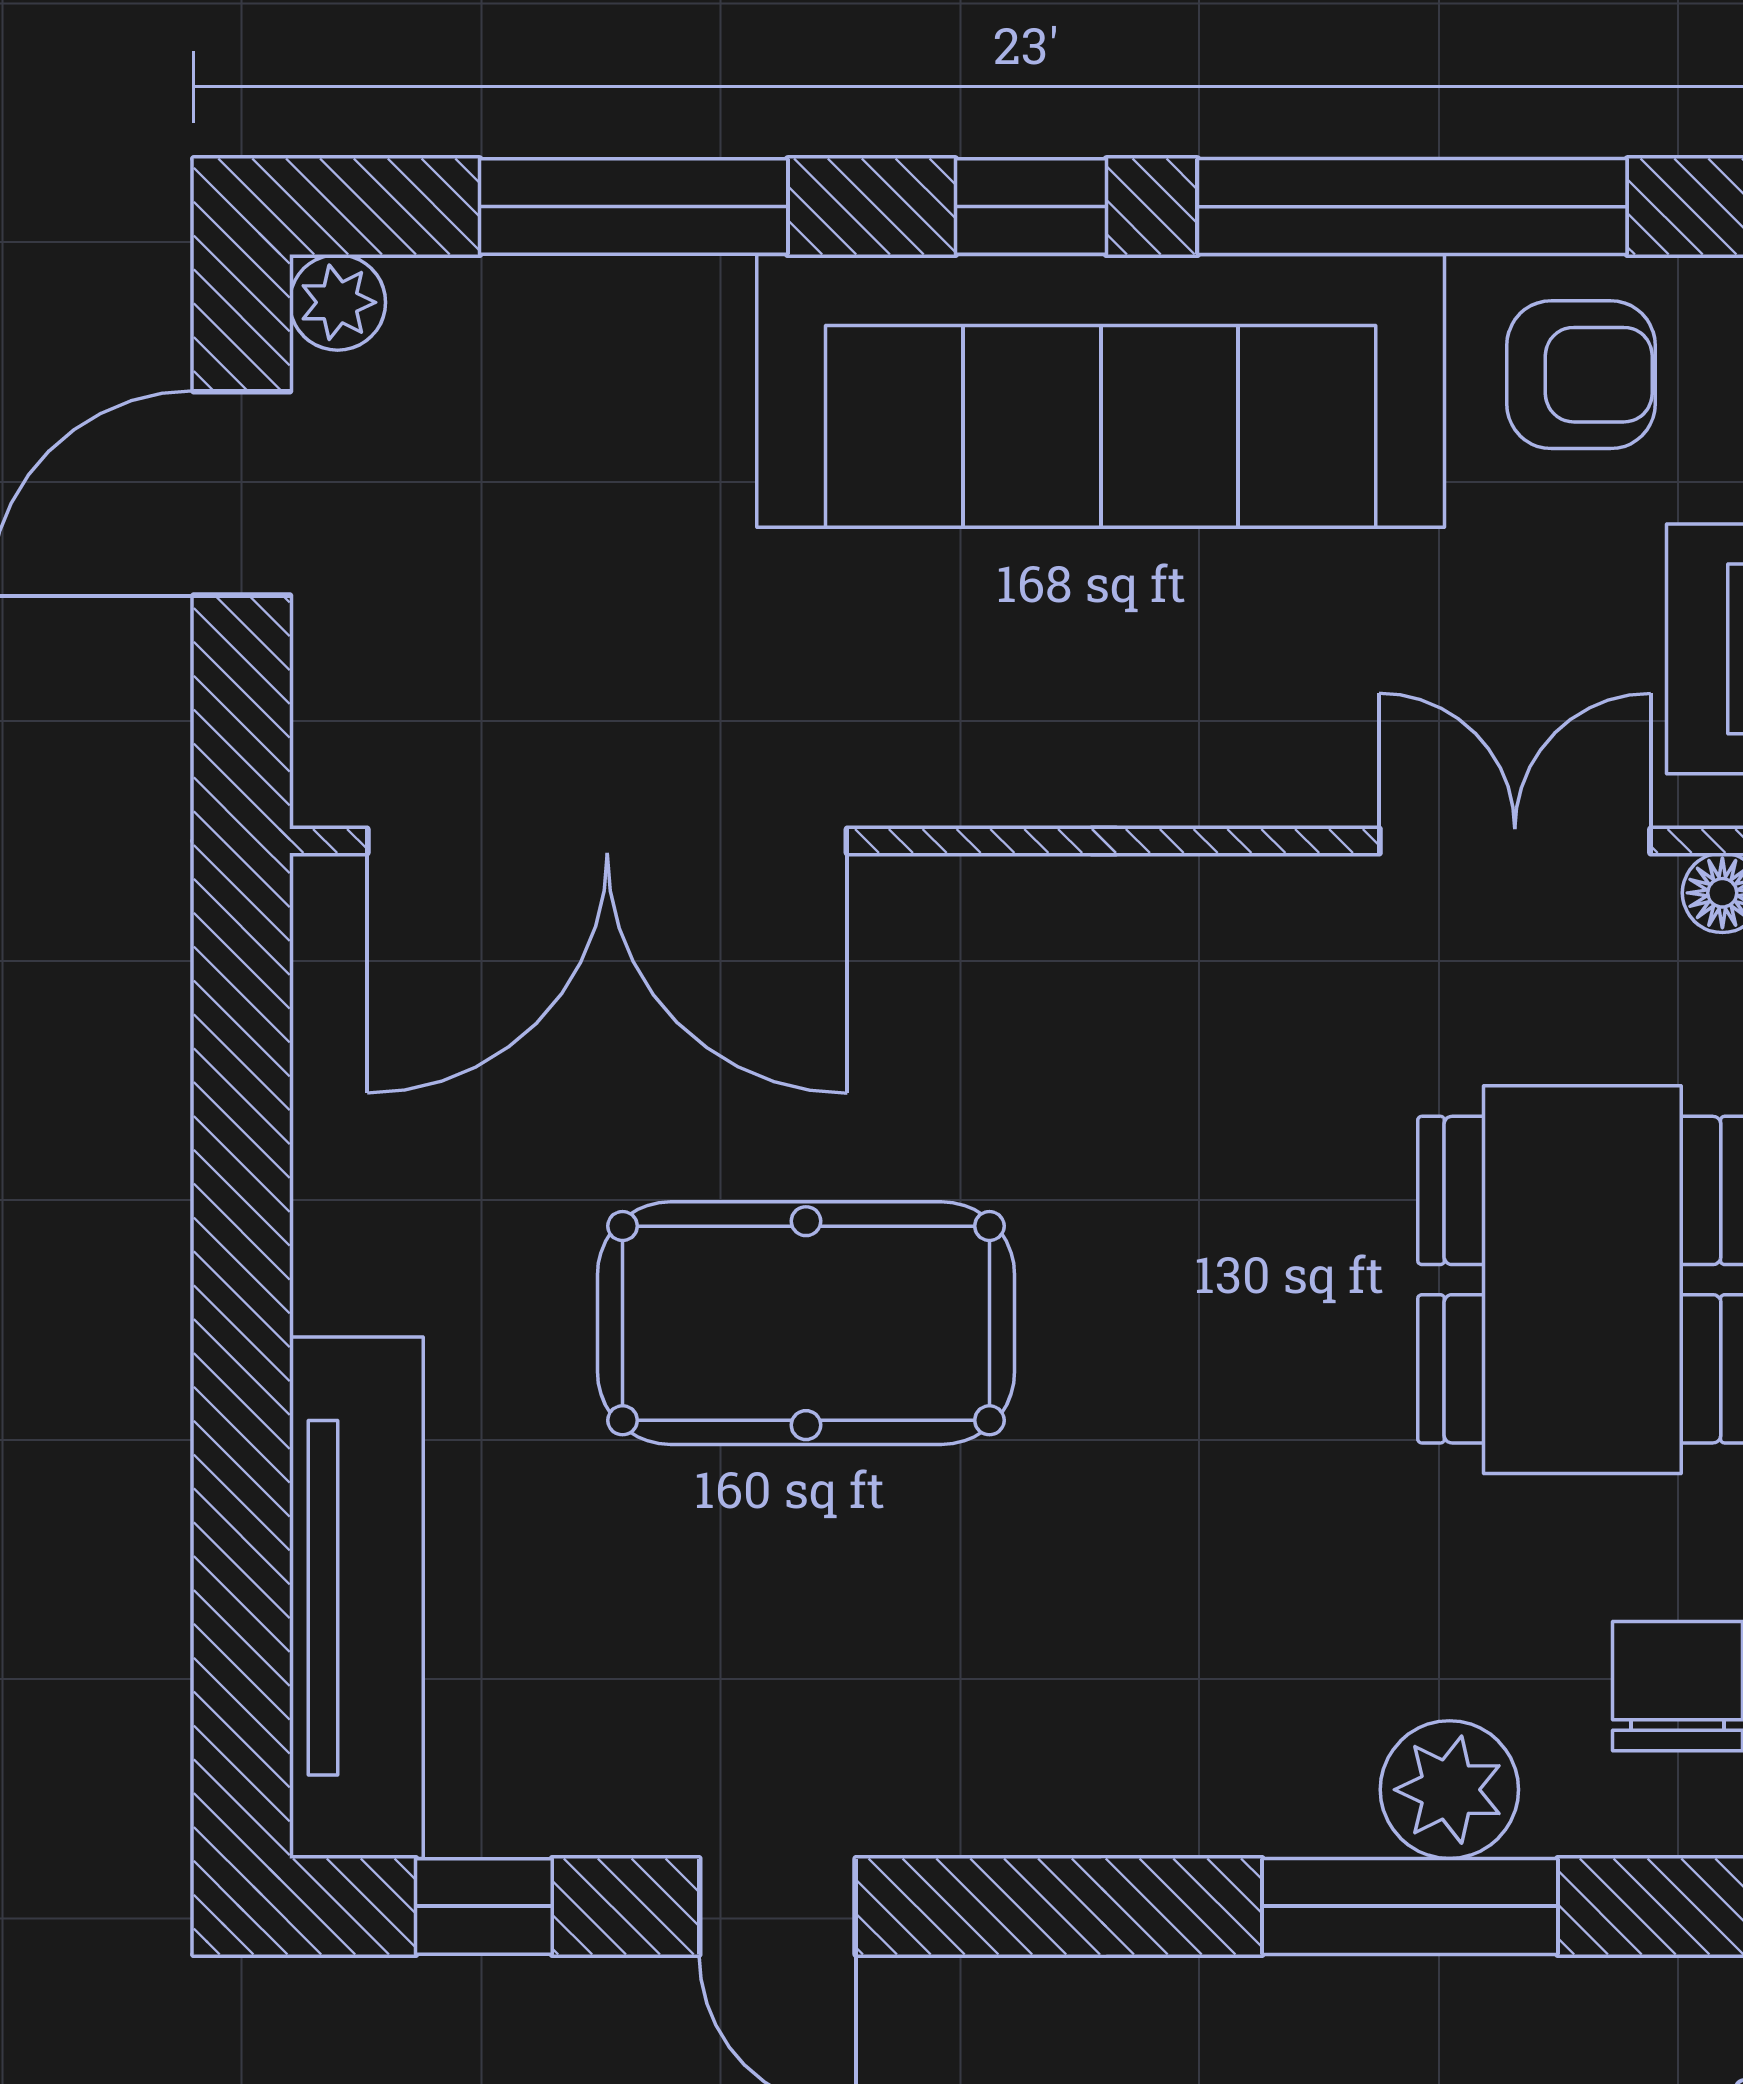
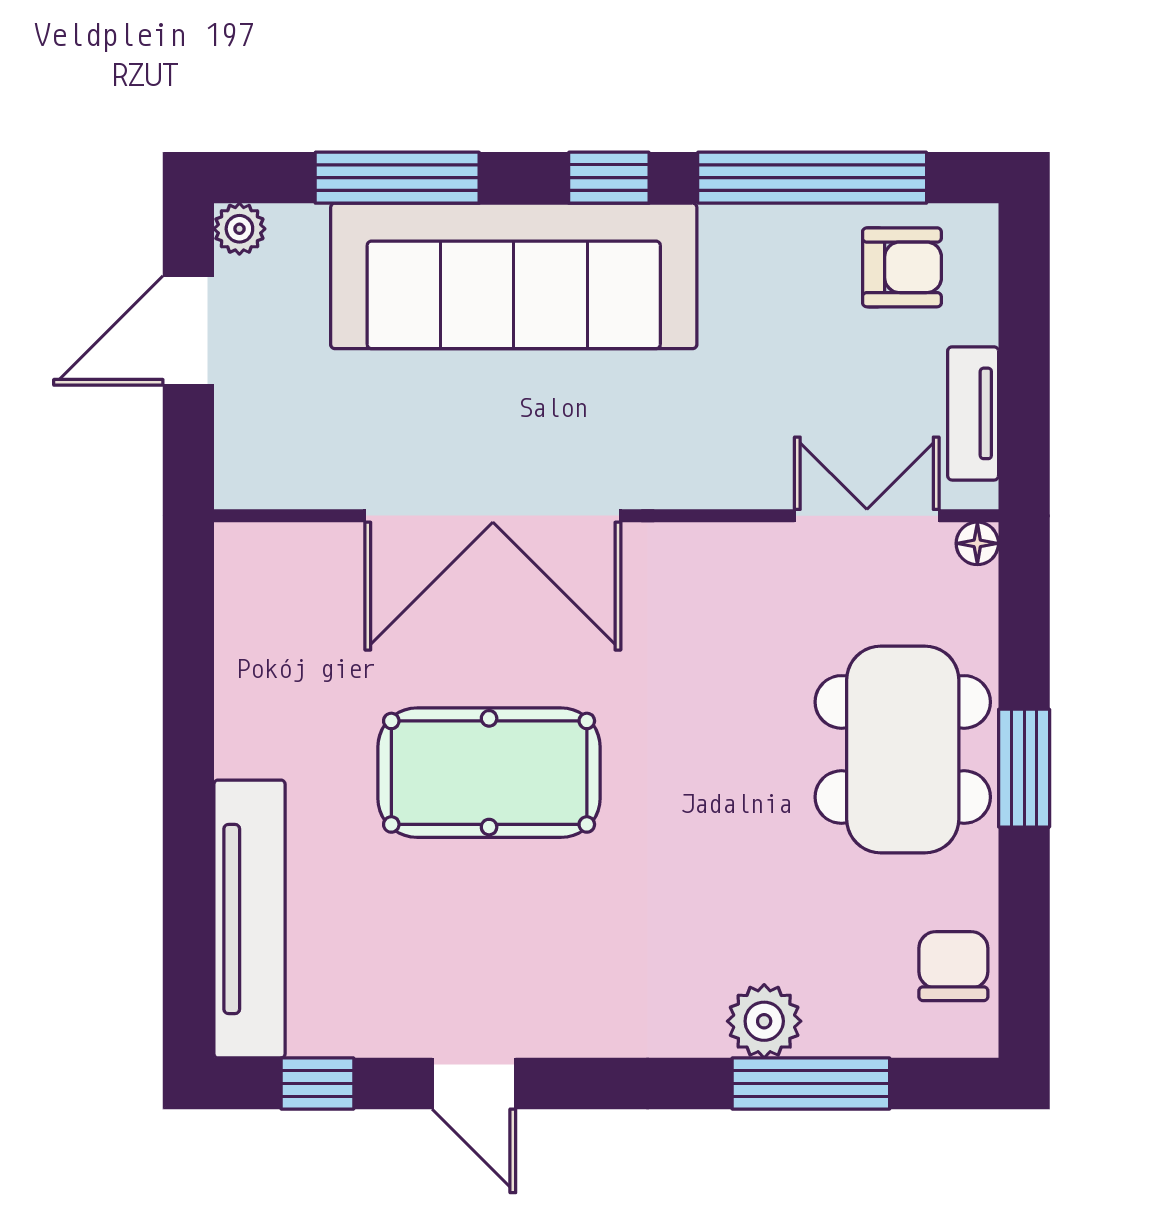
sofa: (1101, 391) -> (514, 276), moved
double door: (607, 841) -> (493, 516), moved
plant: (1449, 1790) -> (764, 1021), moved

